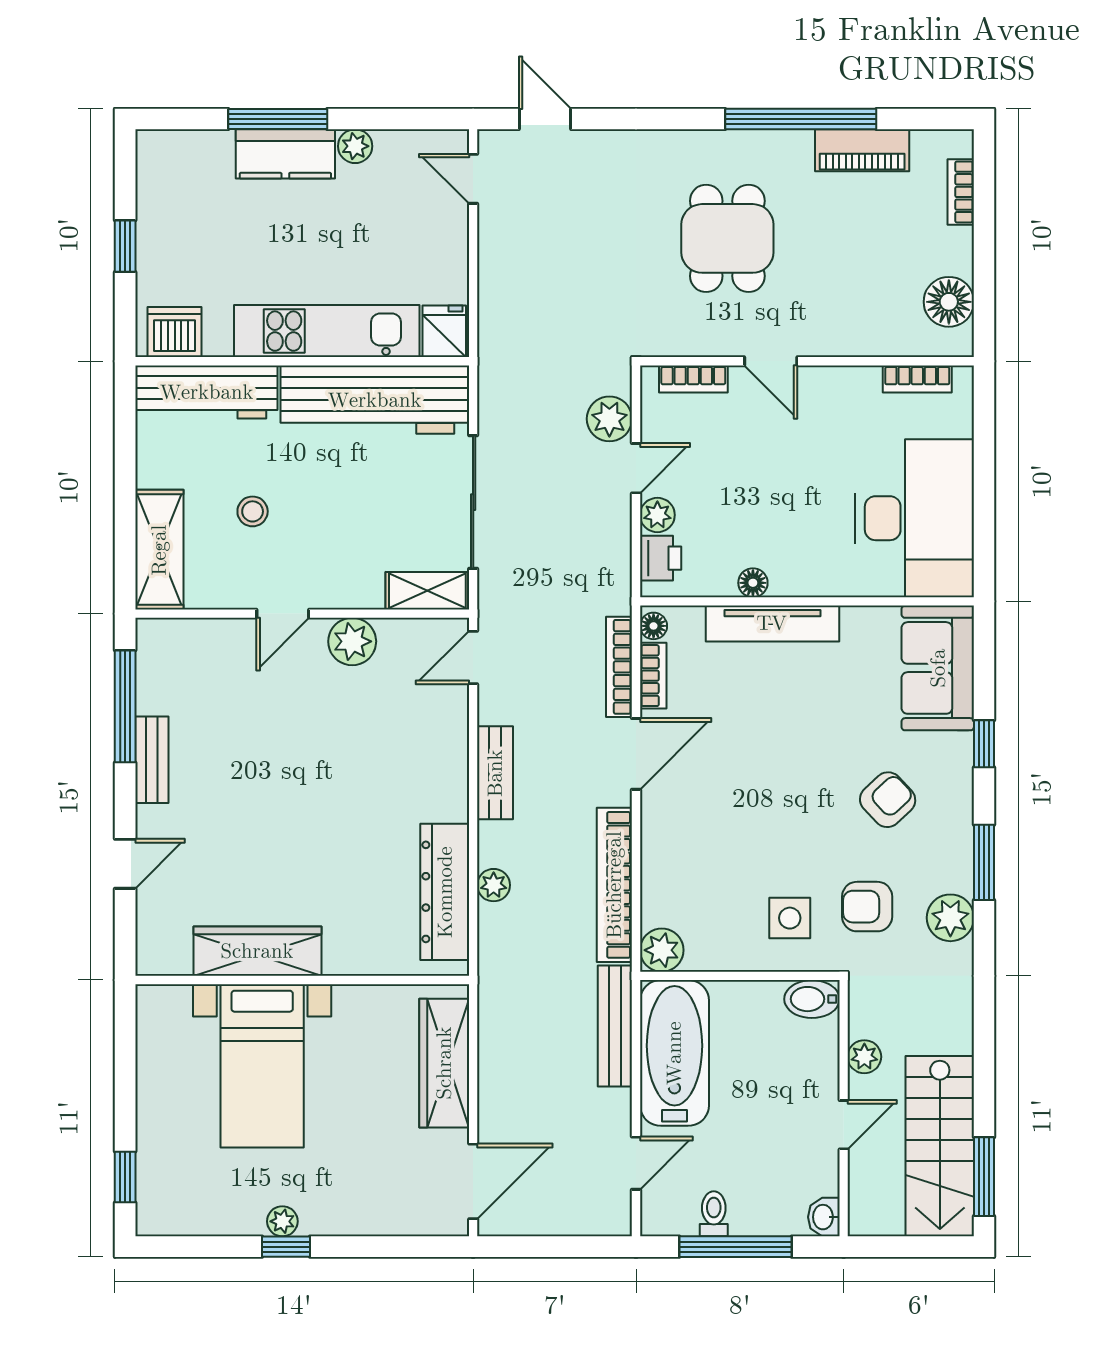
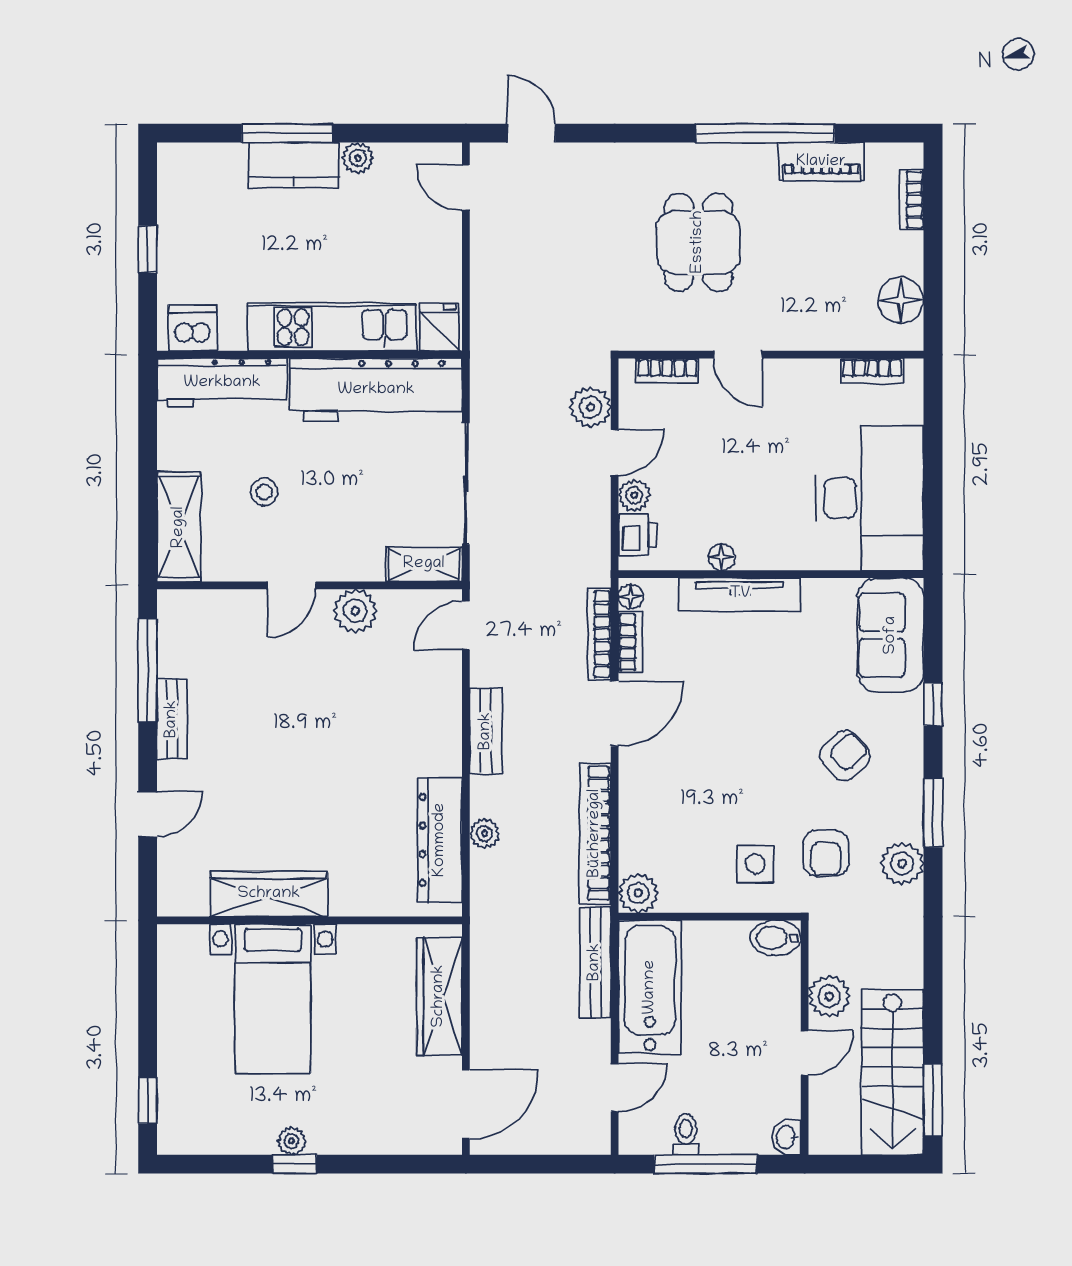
armchair: (867, 907) -> (826, 853), turned -90
plant: (864, 1057) -> (829, 996), width x1.38, depth x1.38

